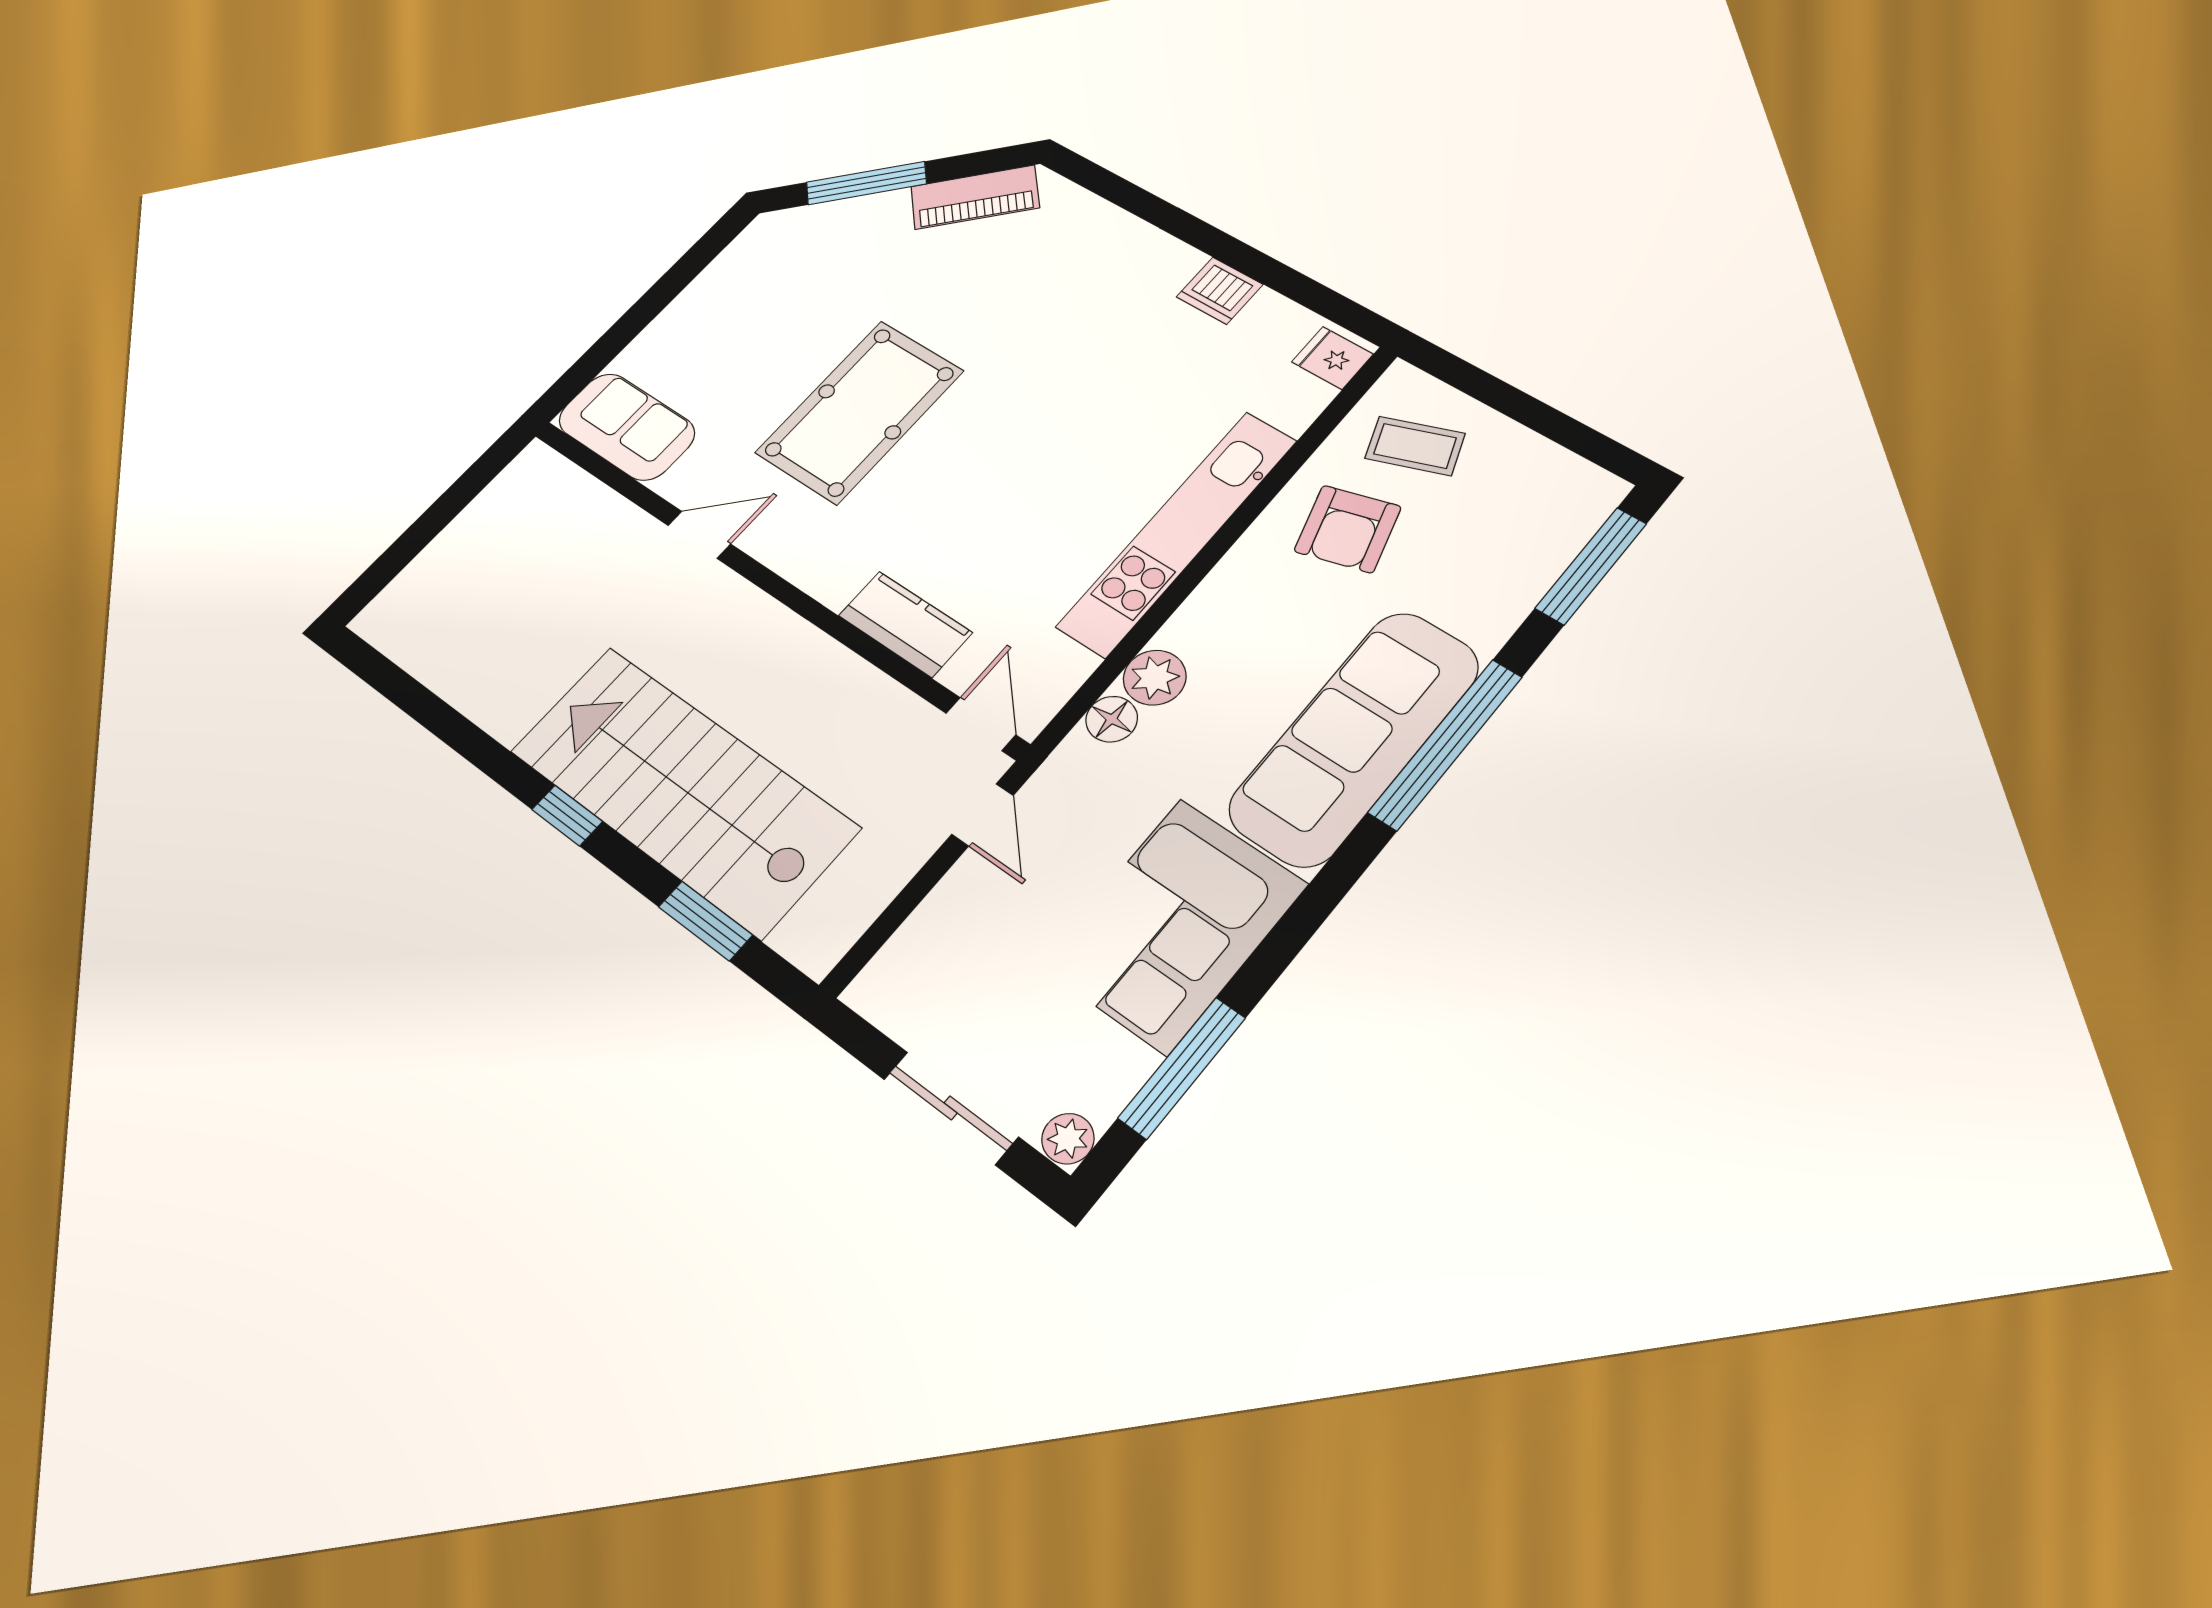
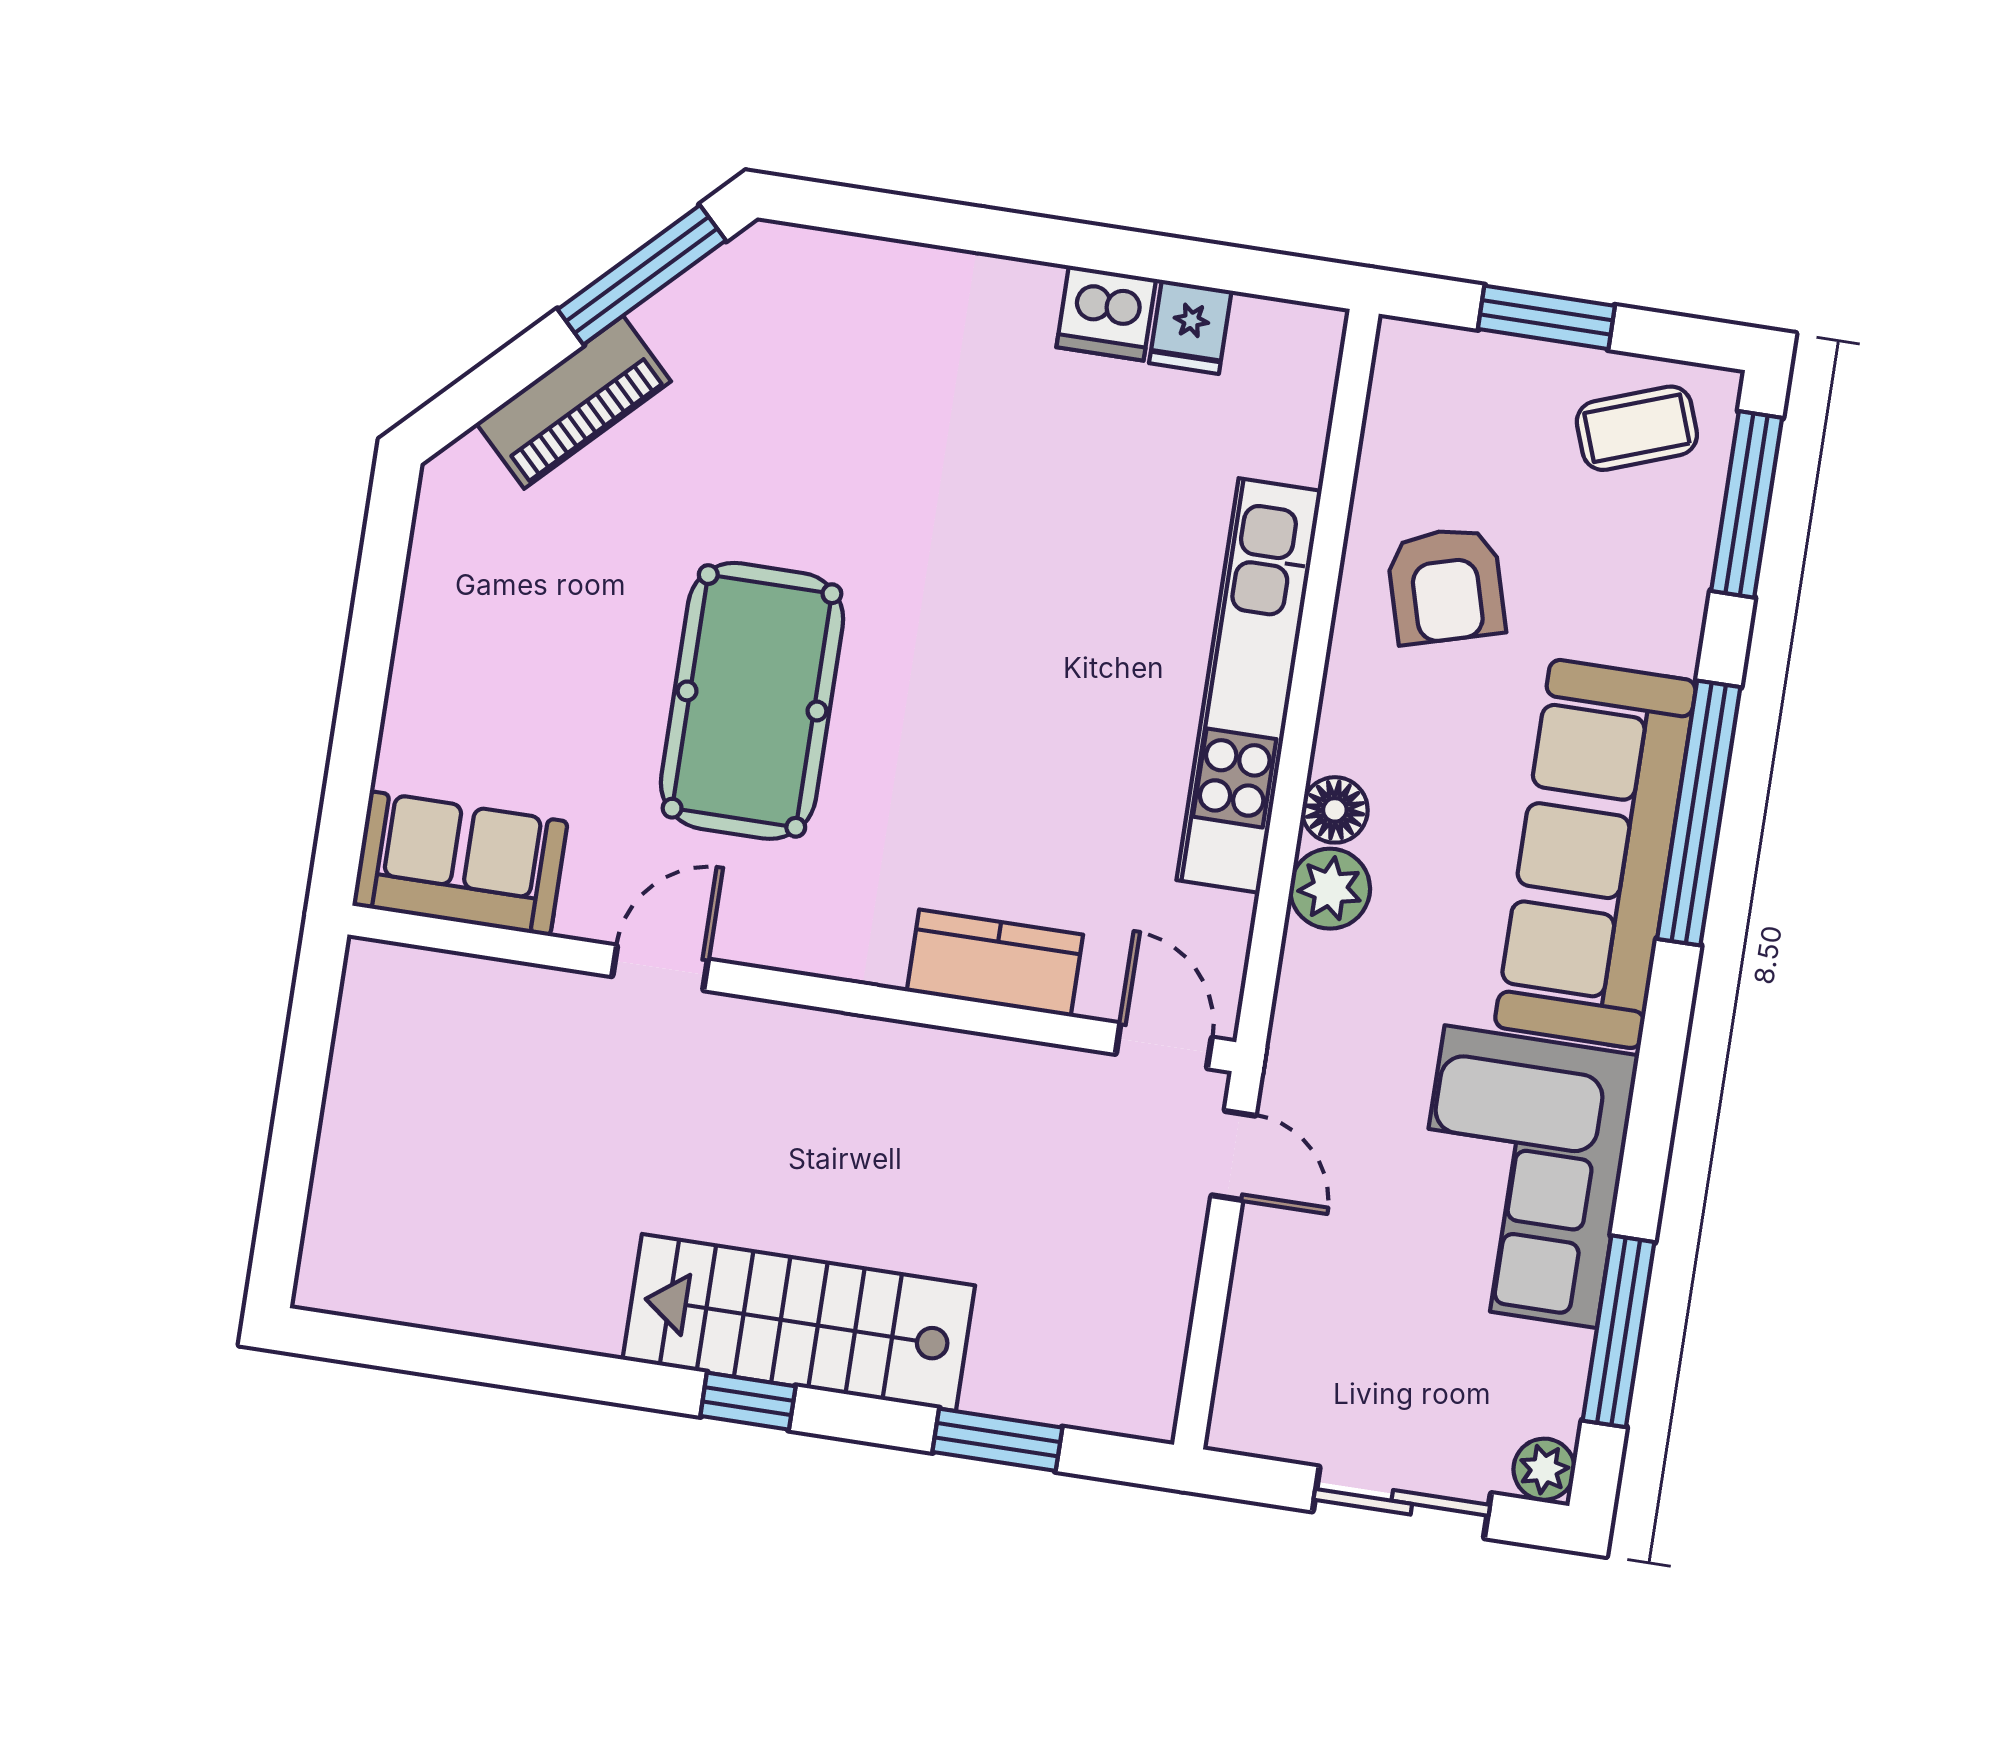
window: (866, 183) -> (642, 275), moved
piano: (975, 197) -> (574, 402), moved
fridge: (1332, 358) -> (1190, 327), moved, turned -90
window: (1511, 402) -> (1546, 317), added
coffee table: (1415, 446) -> (1637, 428), moved
floor lamp: (1112, 719) -> (1335, 810), moved
stairs: (683, 789) -> (799, 1323), width x0.73, depth x0.66

